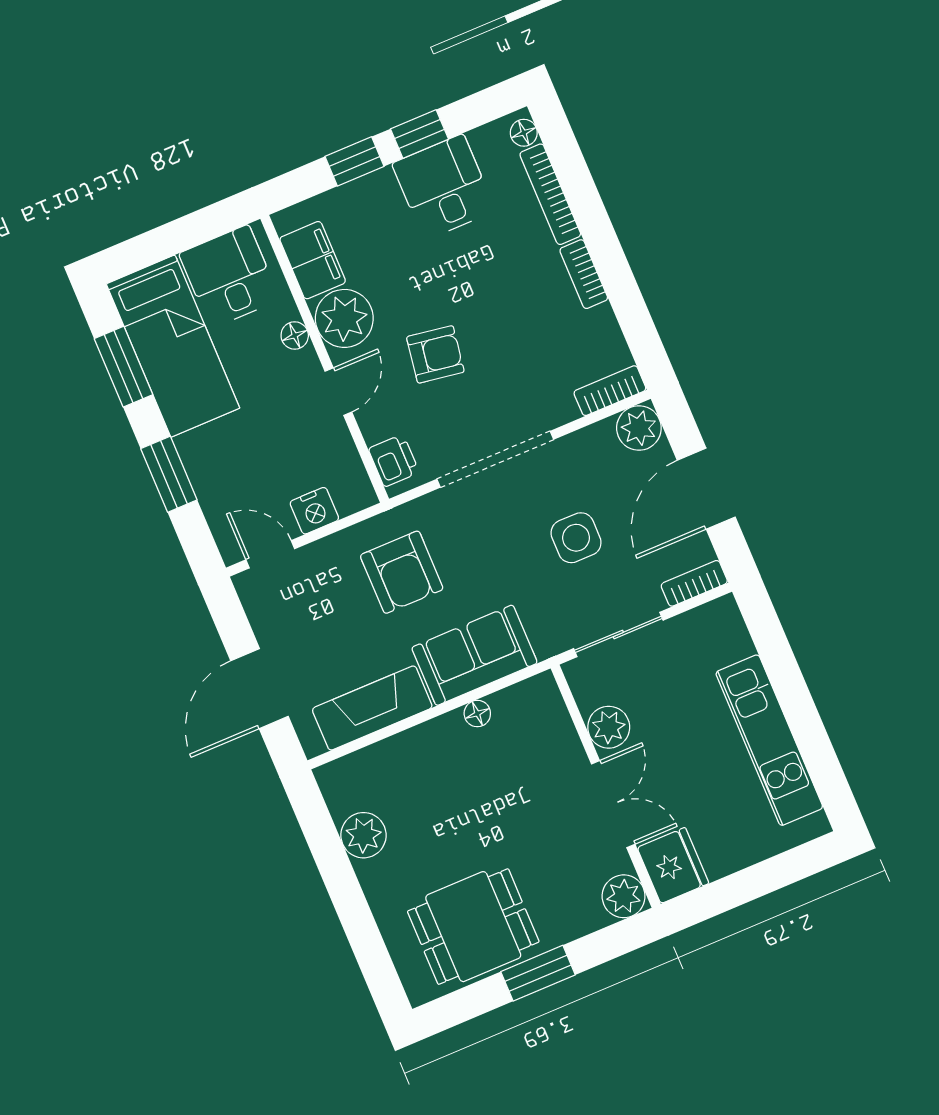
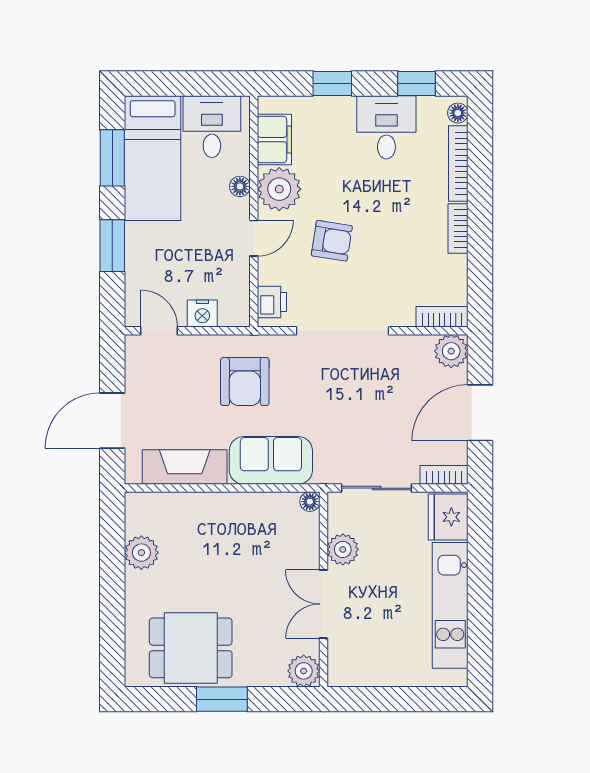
window: (419, 134) -> (416, 83), moved
side table: (576, 538) -> (376, 409), removed
floor lamp: (477, 714) -> (310, 502), moved
double door: (613, 804) -> (323, 604), swing flipped
fridge: (673, 865) -> (448, 517), moved, turned 180

